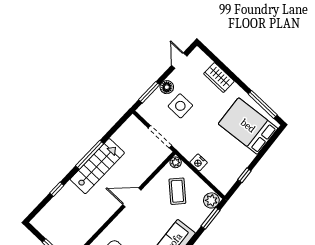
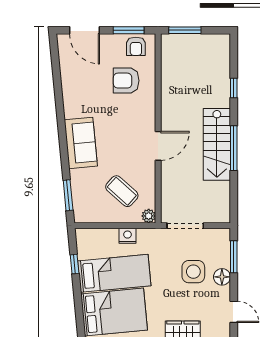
bed: (227, 148) -> (114, 273), added
plant: (211, 200) -> (83, 212), removed

